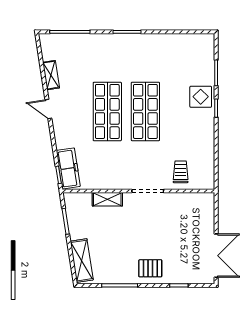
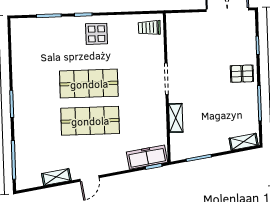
display table: (201, 97) -> (97, 34), moved
trolley: (181, 172) -> (149, 28), moved
shelving: (82, 261) -> (244, 142), width x0.67, depth x0.75
pallet: (150, 268) -> (242, 74), turned 90

